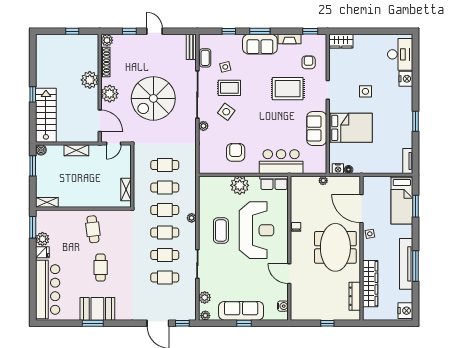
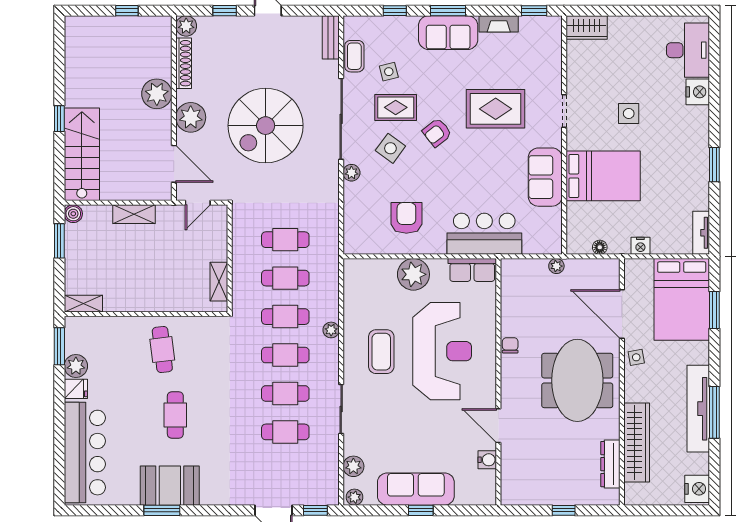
armchair: (309, 62) -> (437, 133), moved, turned -128
nightstand: (338, 169) -> (640, 246), moved
bed: (402, 200) -> (682, 299), width x1.50
water cooler: (283, 306) -> (487, 460), moved

